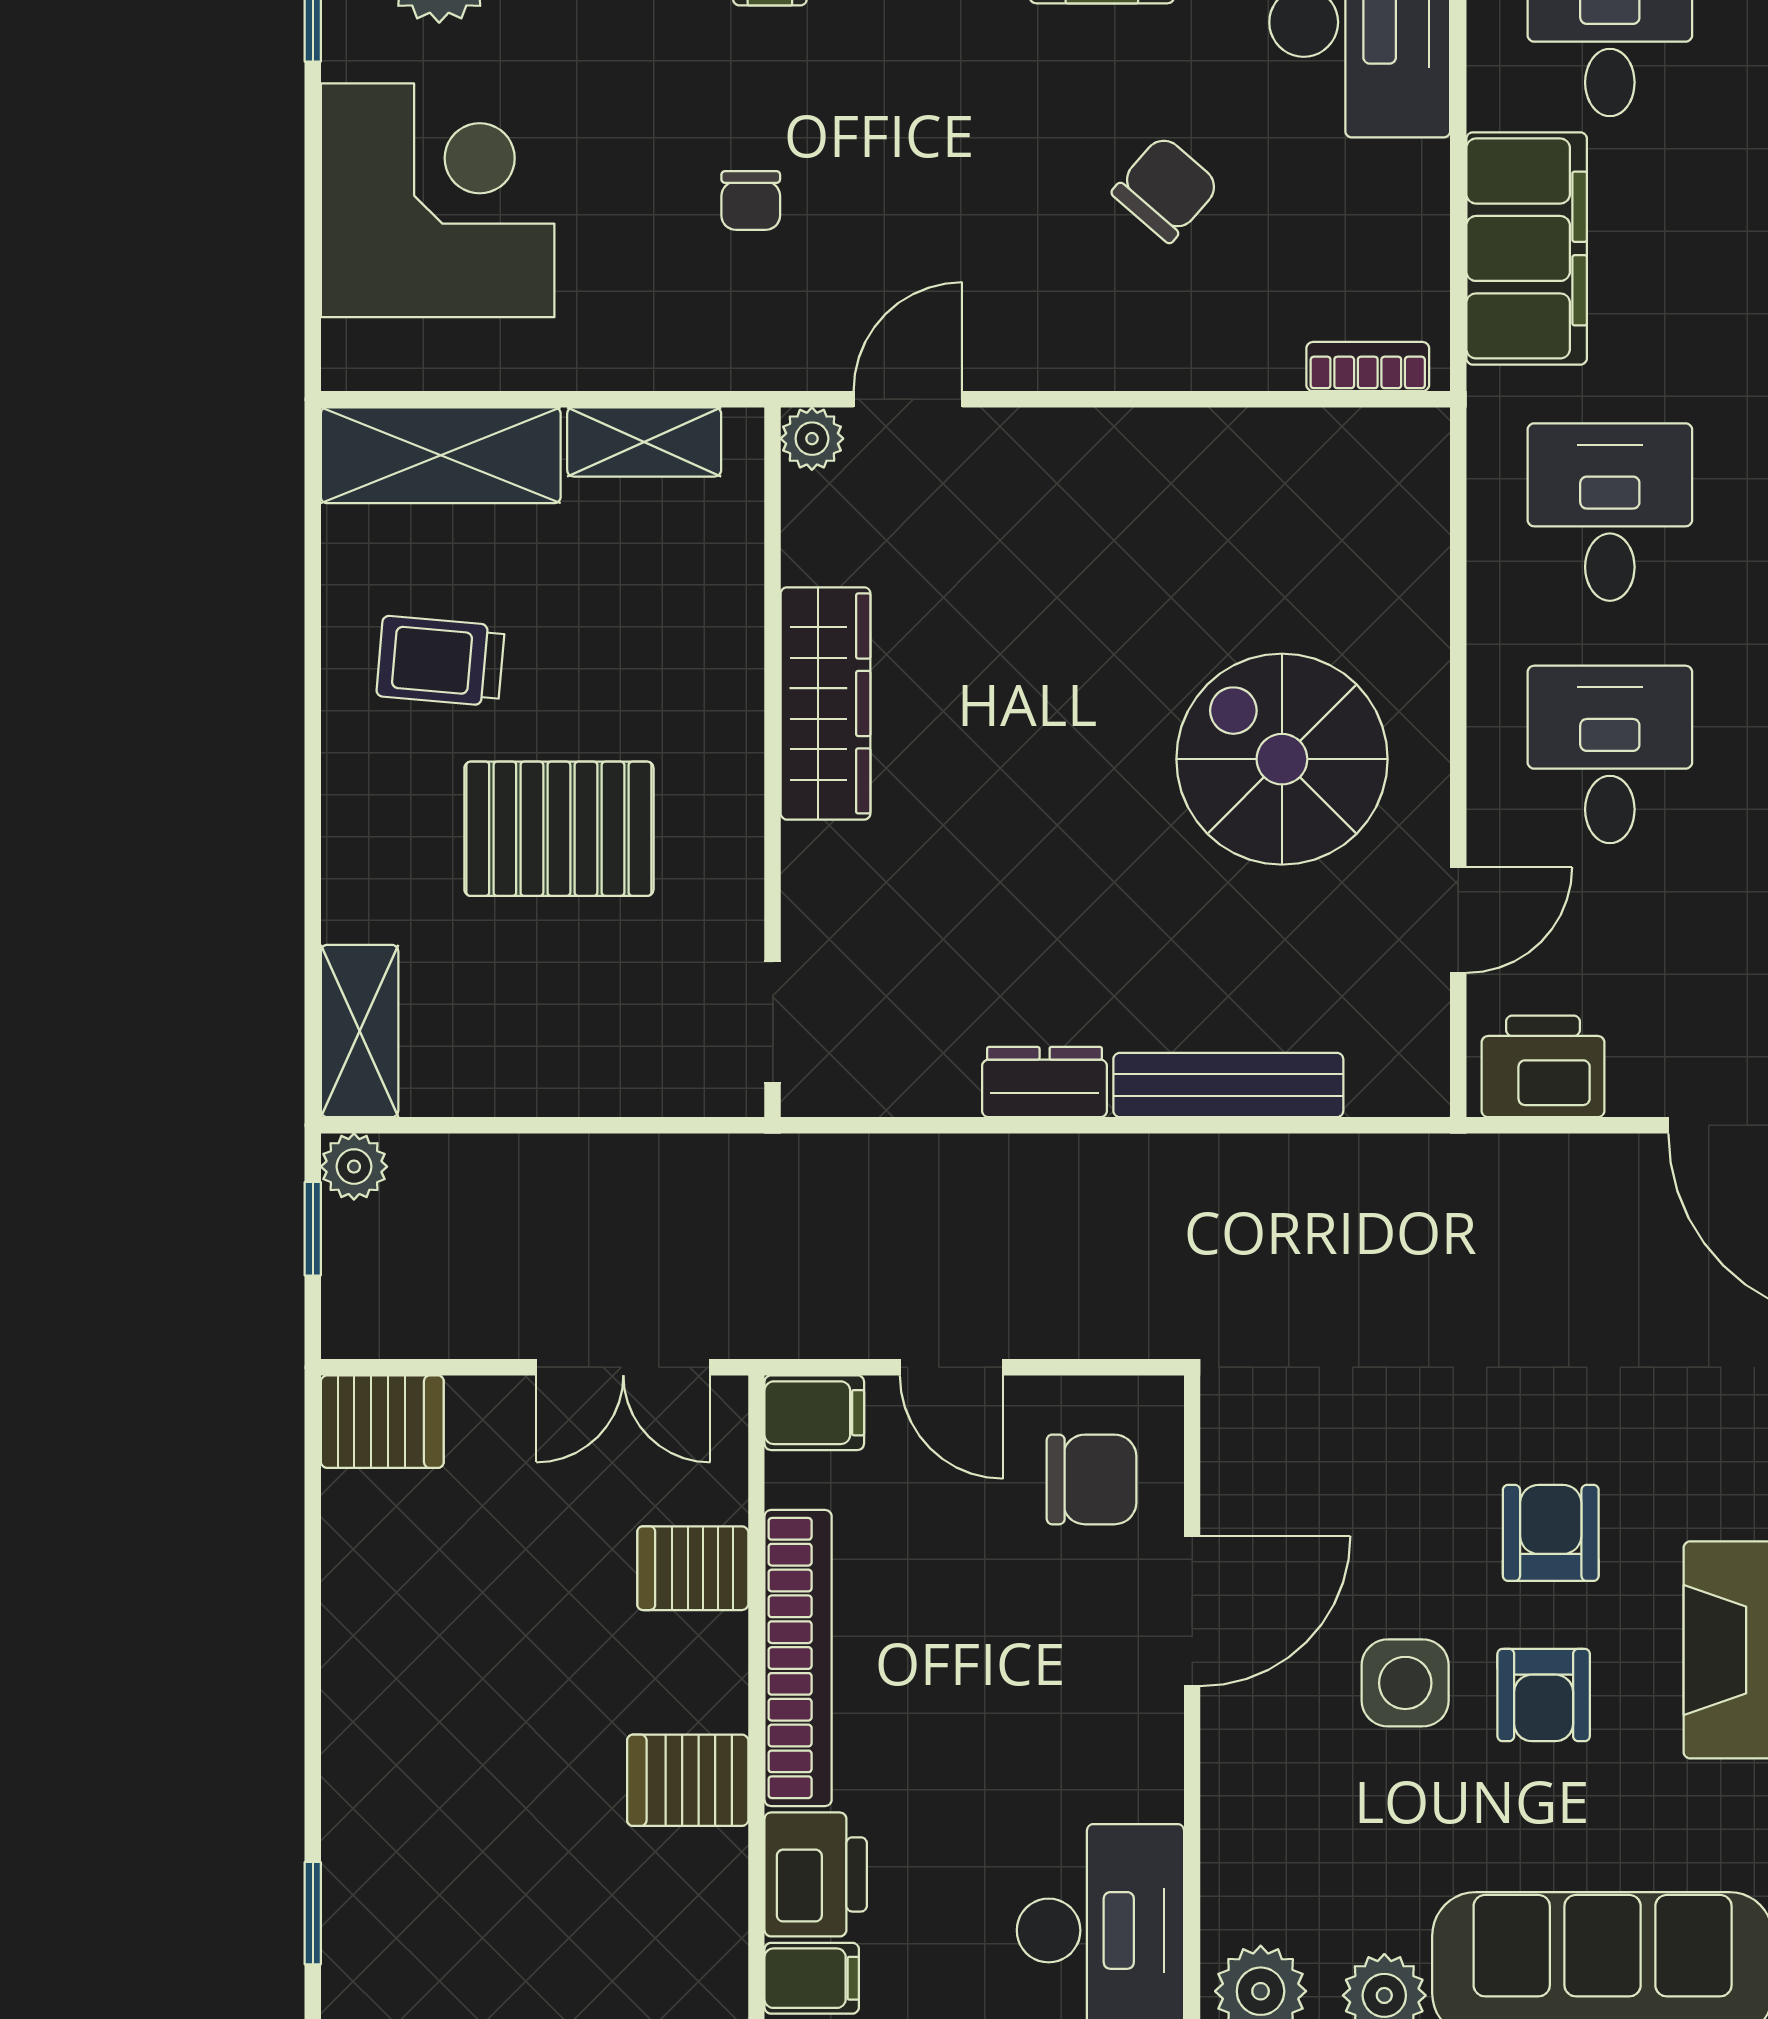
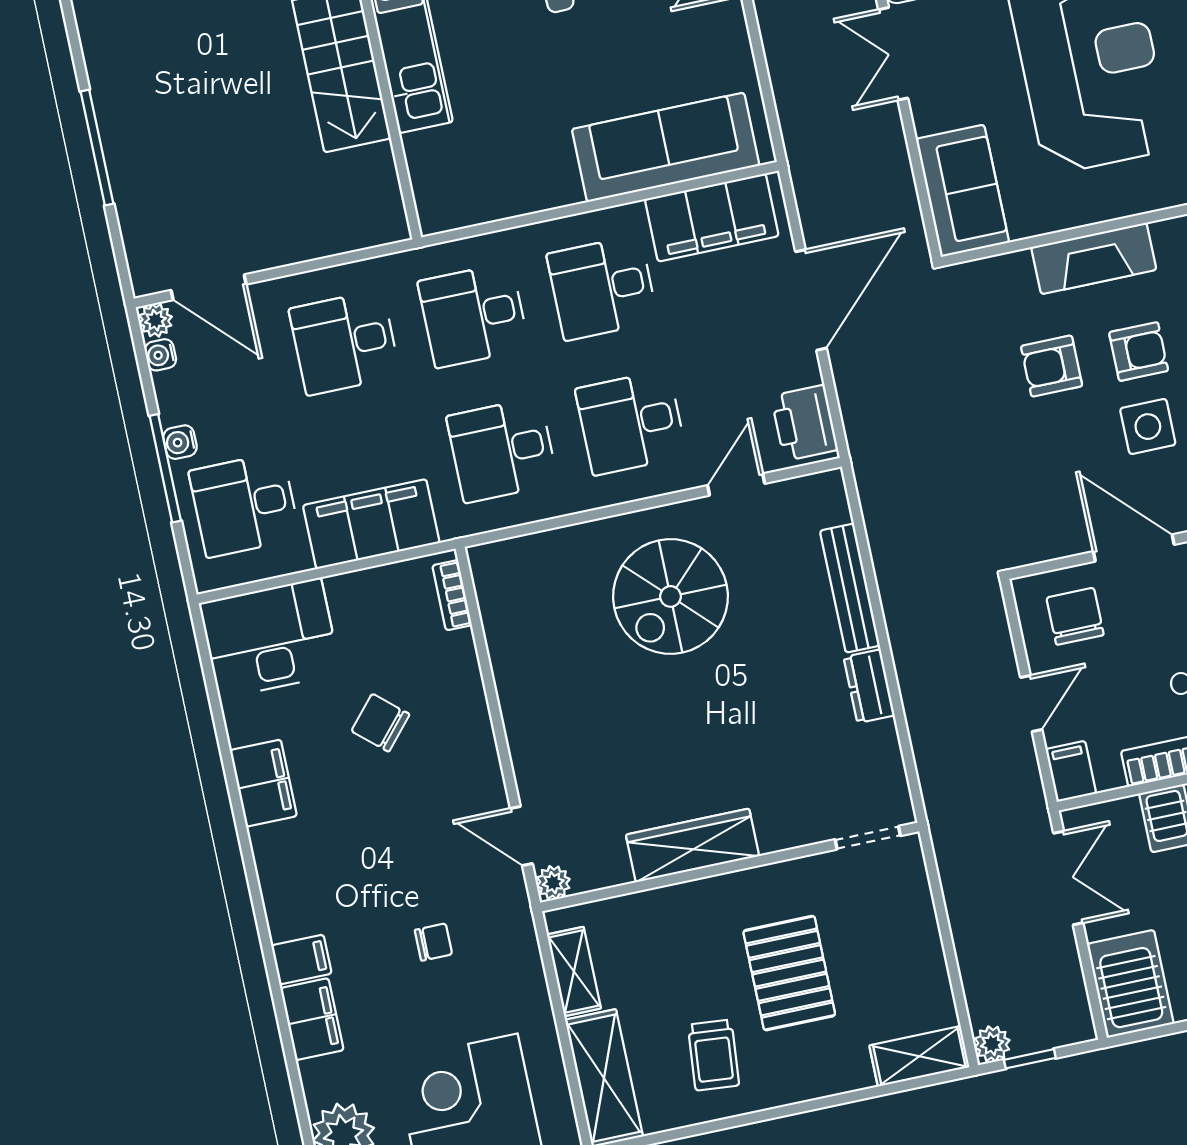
door: (1458, 920) -> (736, 485), hinge flipped
server rack: (382, 1422) -> (1130, 984), width x1.36, depth x1.44

